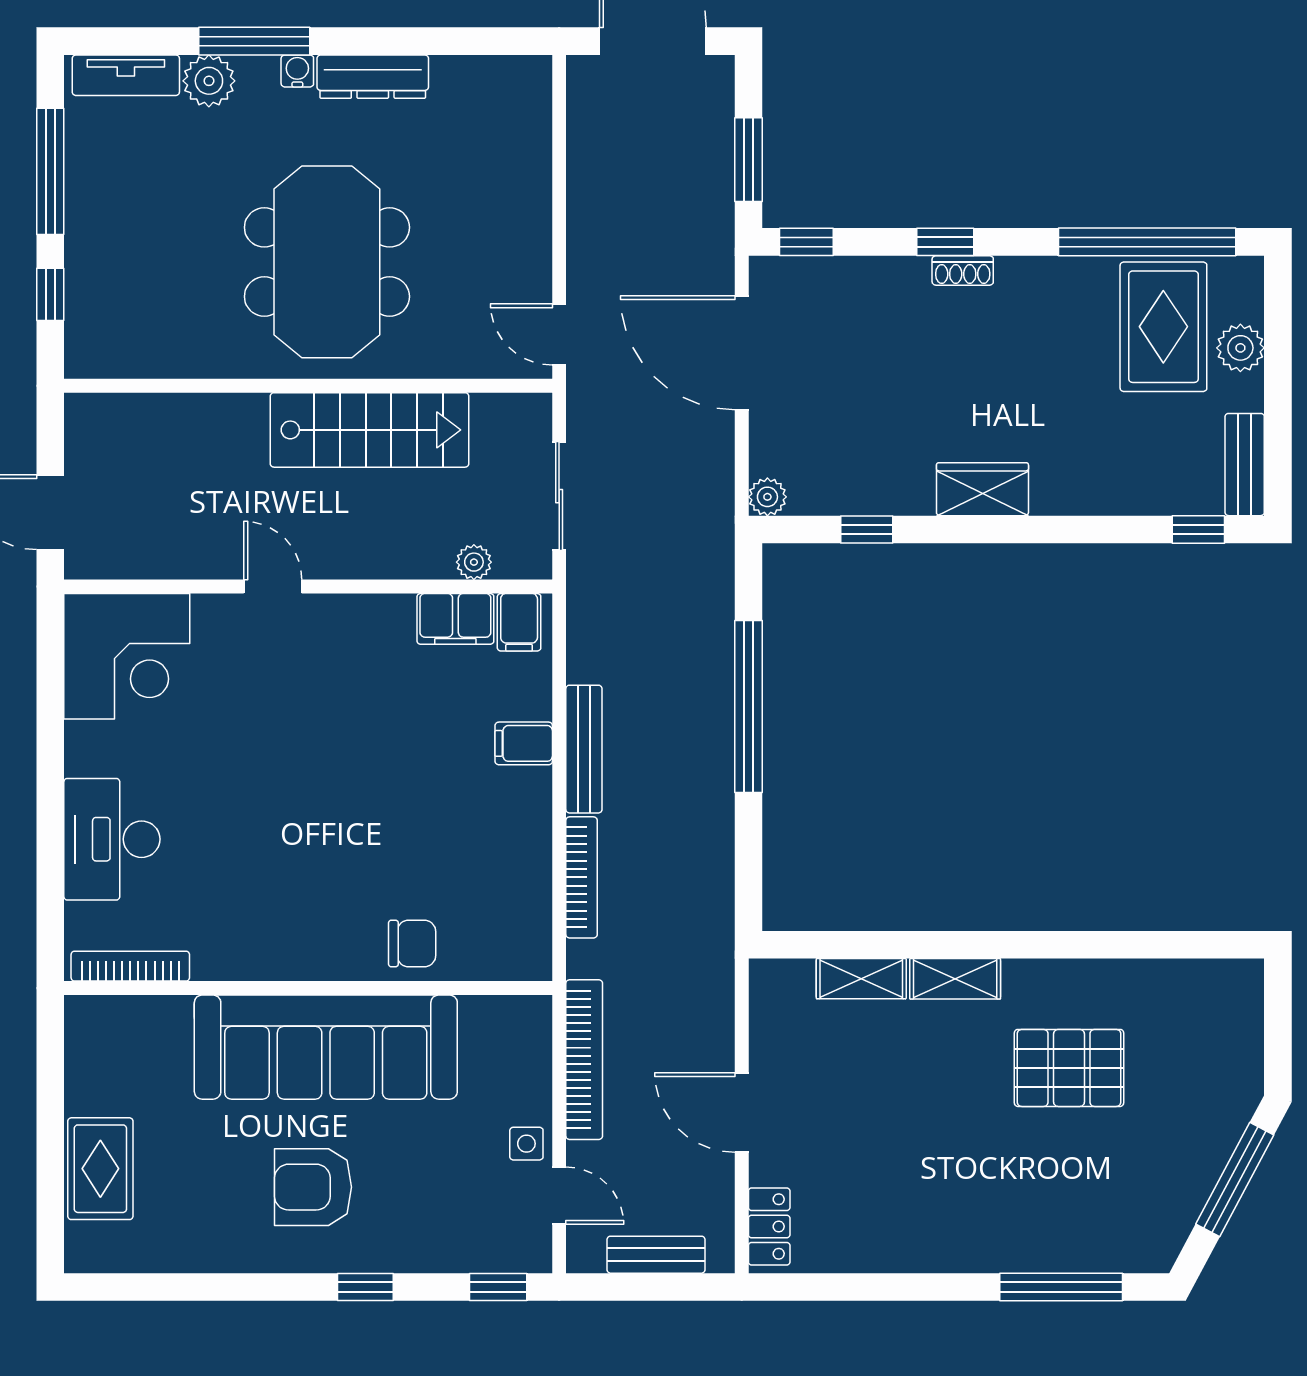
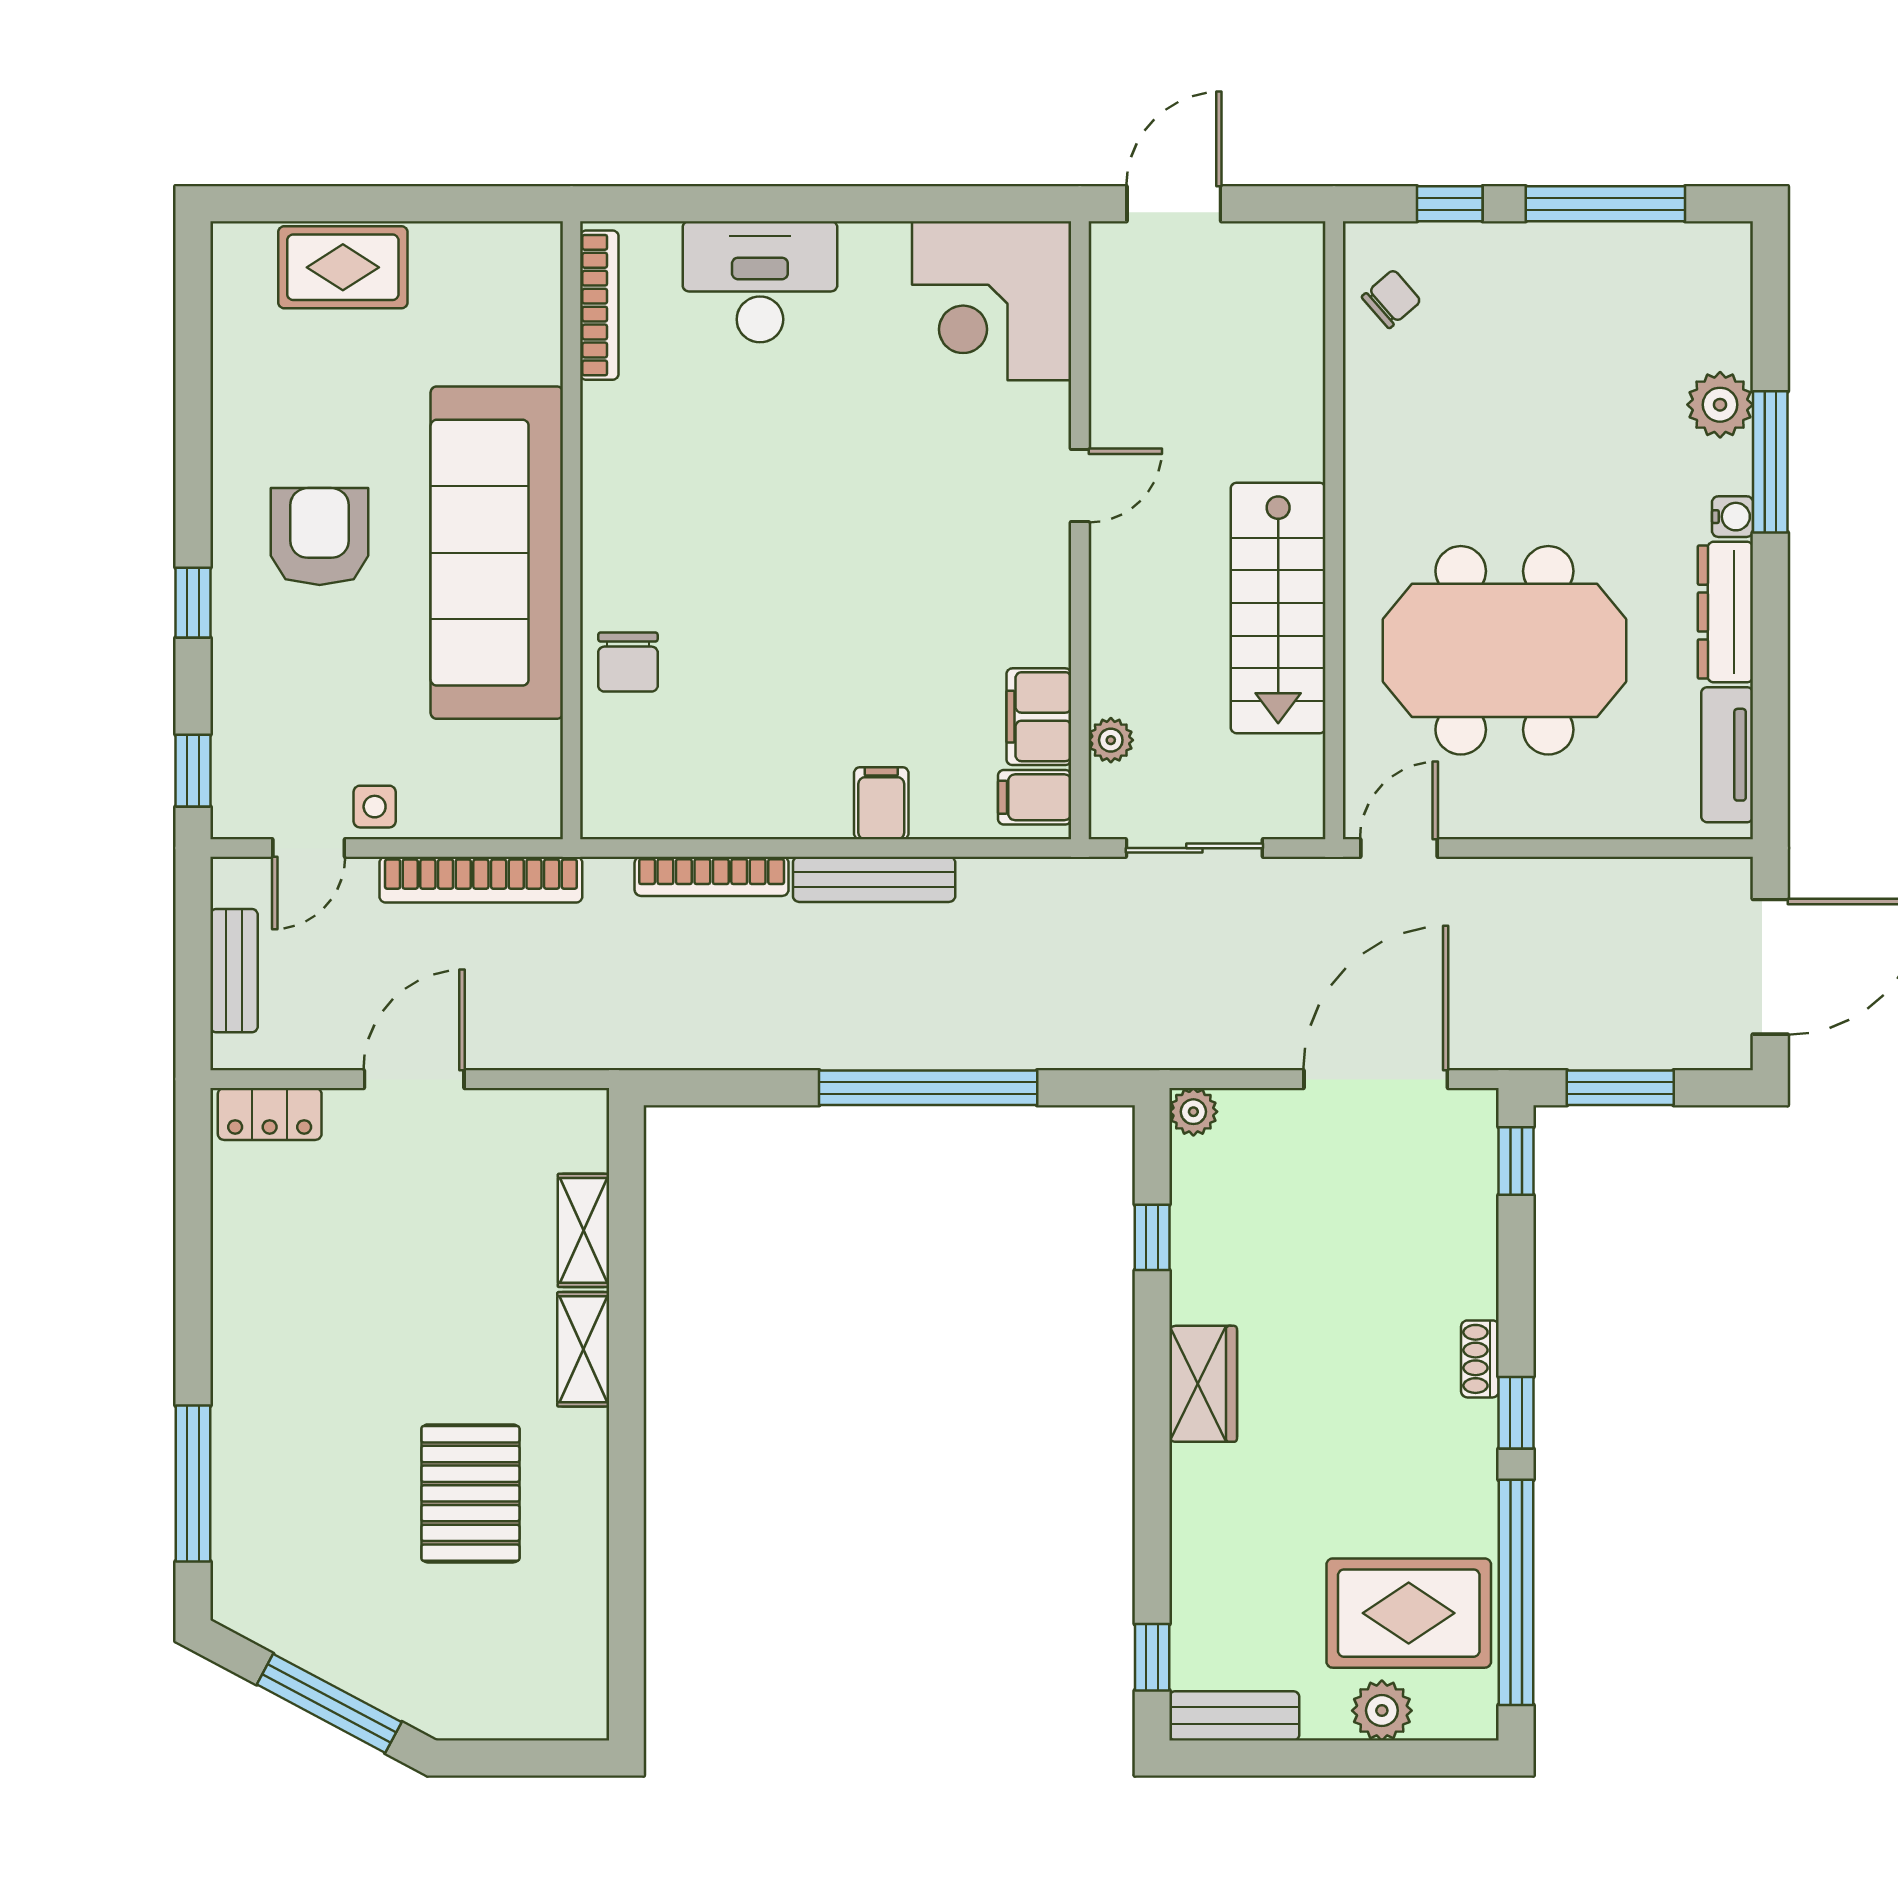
tv unit: (126, 75) -> (1727, 755), moved
window: (945, 242) -> (1516, 1413), moved
meeting table: (327, 262) -> (1504, 650), moved
chair: (125, 340) -> (1391, 299), added

